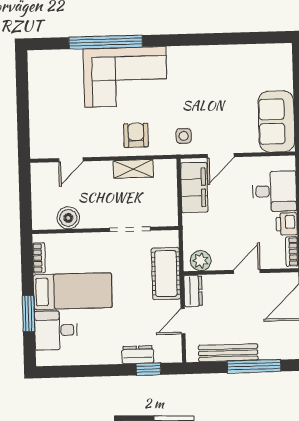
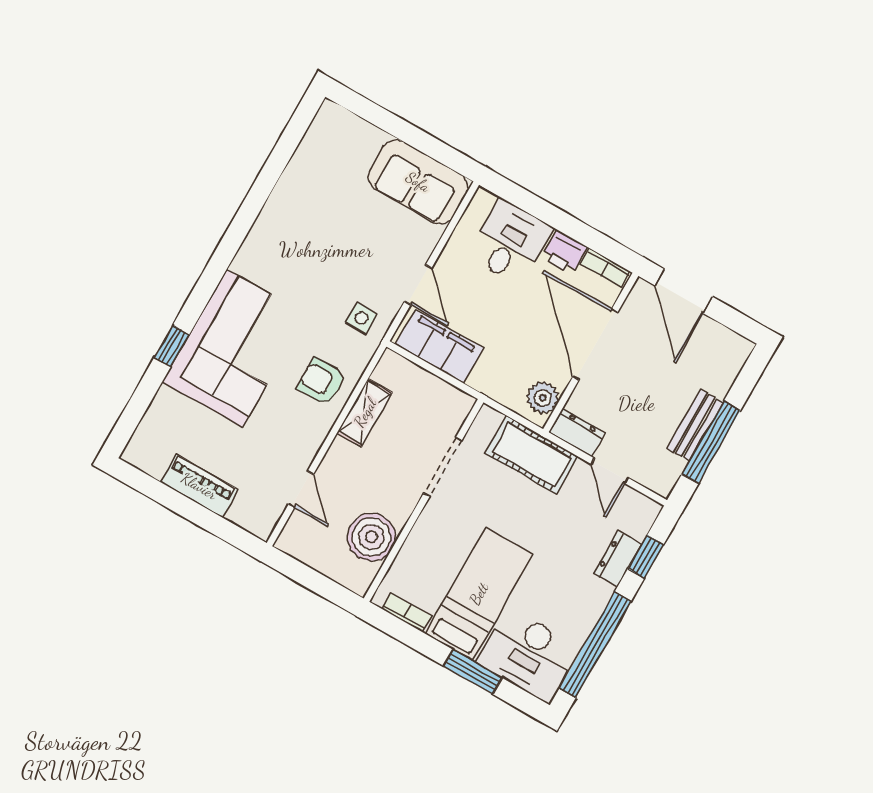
window: (106, 42) -> (172, 346), width x0.32
piano: (39, 103) -> (199, 486), added
boiler: (68, 218) -> (371, 537), width x1.37, depth x1.37
door: (247, 272) -> (595, 345), width x1.88
desk: (56, 330) -> (528, 654), width x1.37
bench: (228, 353) -> (695, 425), width x0.73
window: (254, 366) -> (711, 442), moved
window: (84, 371) -> (595, 645), added

